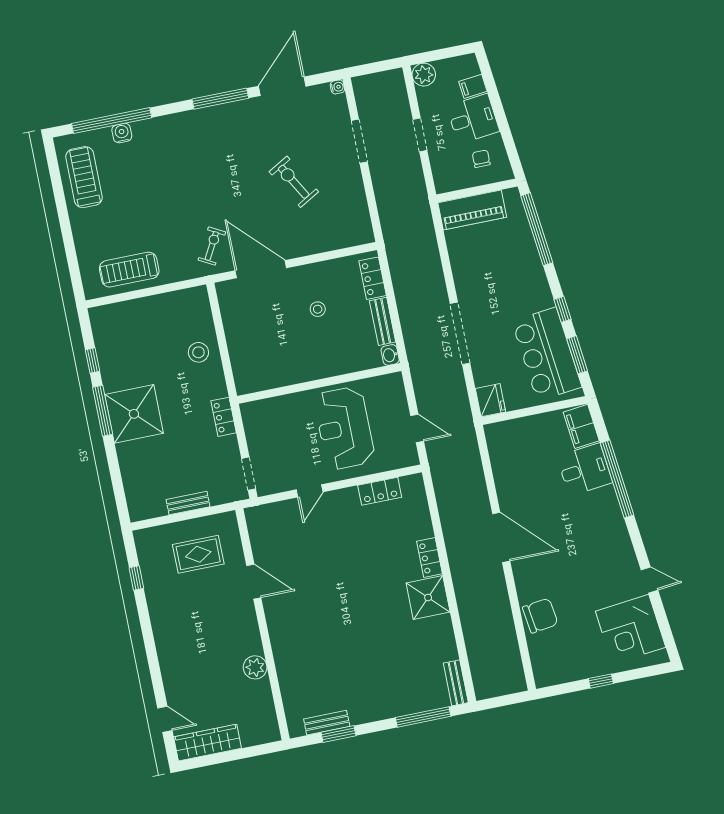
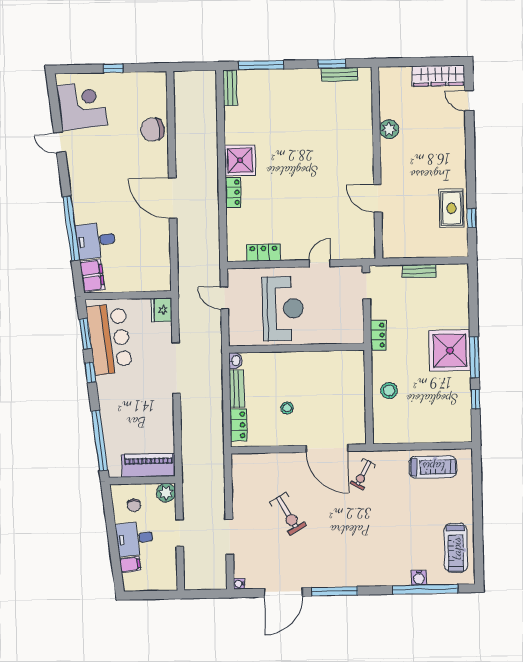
plant: (424, 75) -> (166, 493), moved
rug: (198, 554) -> (452, 208), moved, turned 90

